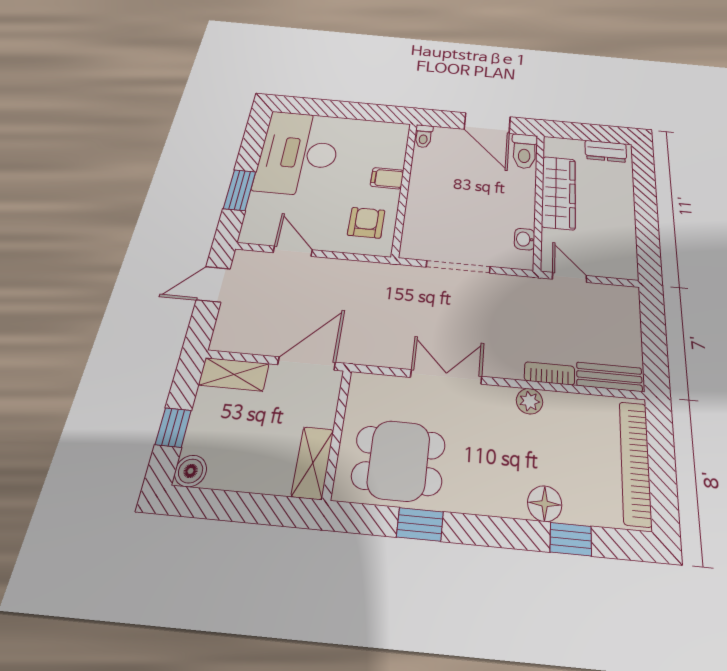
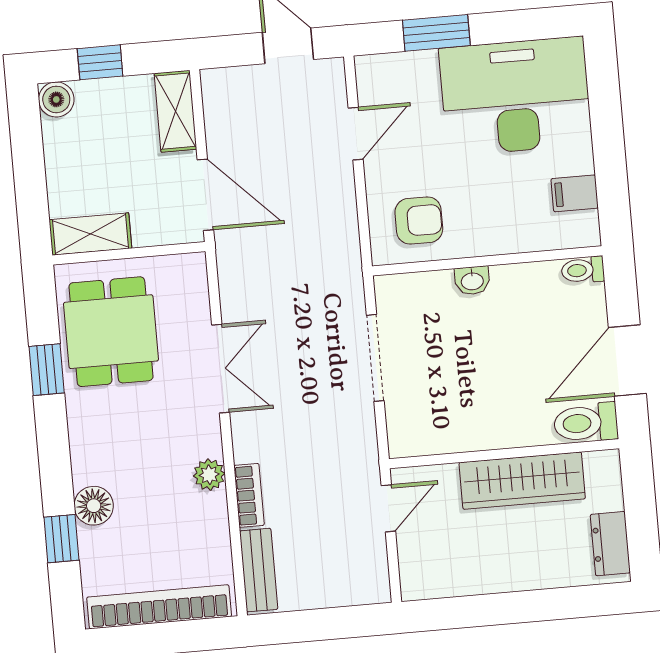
filing cabinet: (387, 178) -> (575, 193), moved, turned -90
washbasin: (525, 239) -> (472, 281), moved, turned 180

